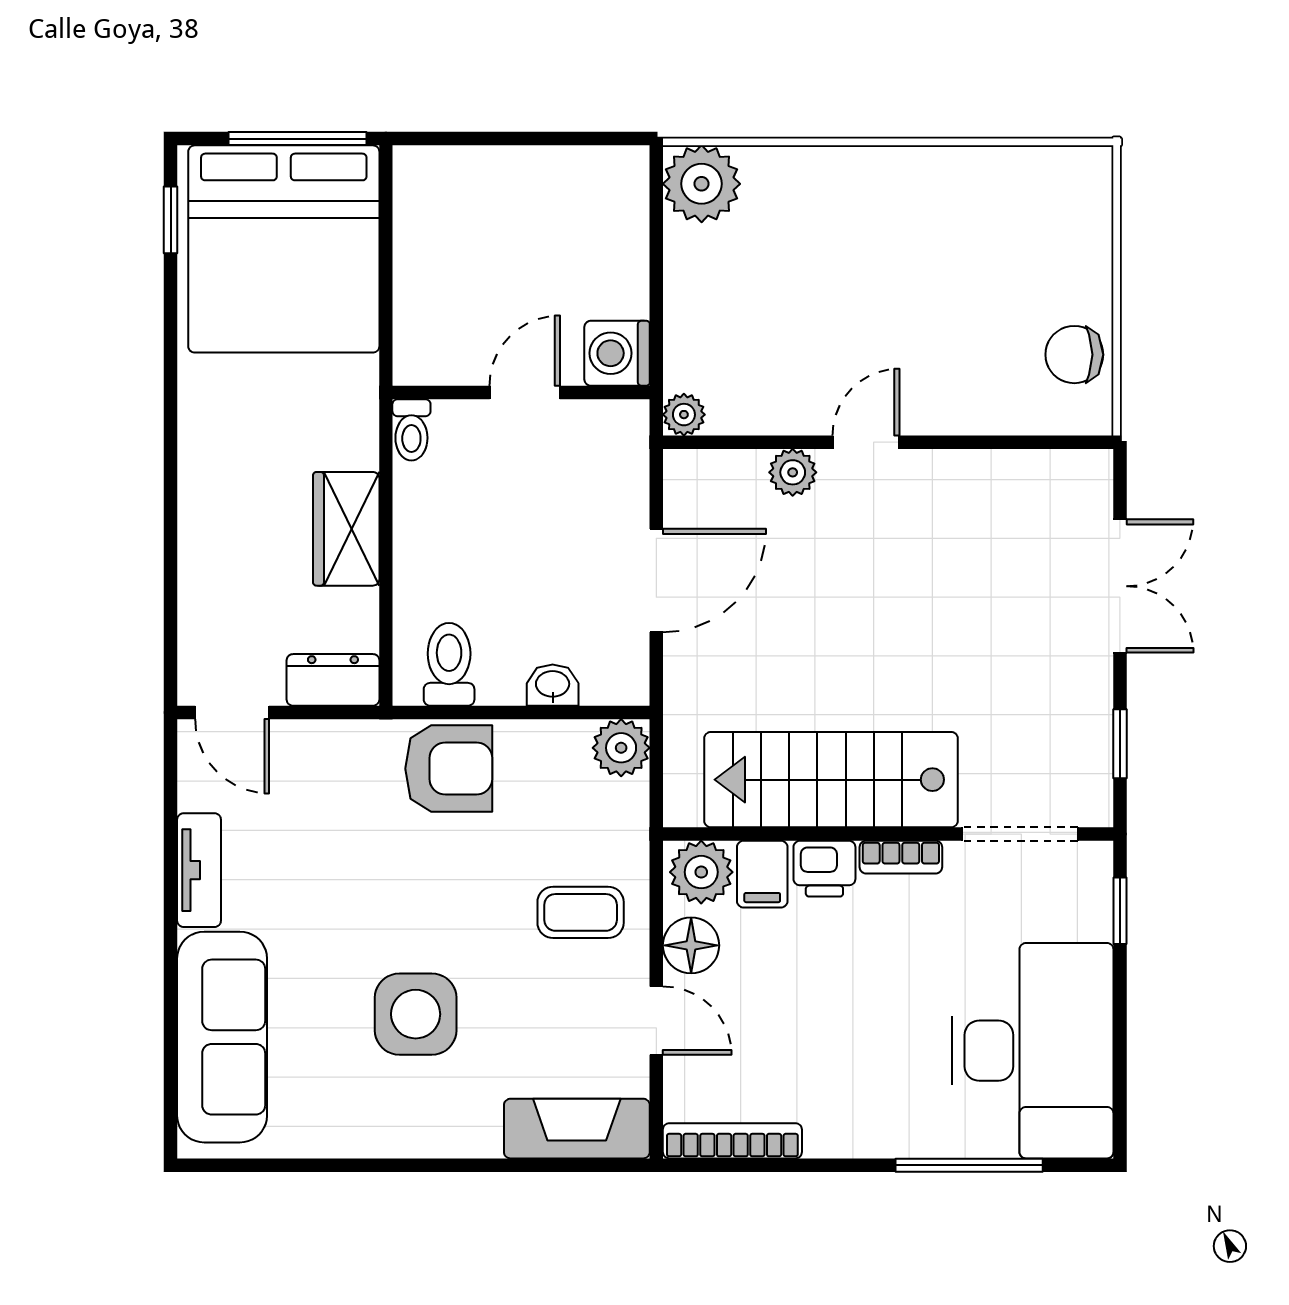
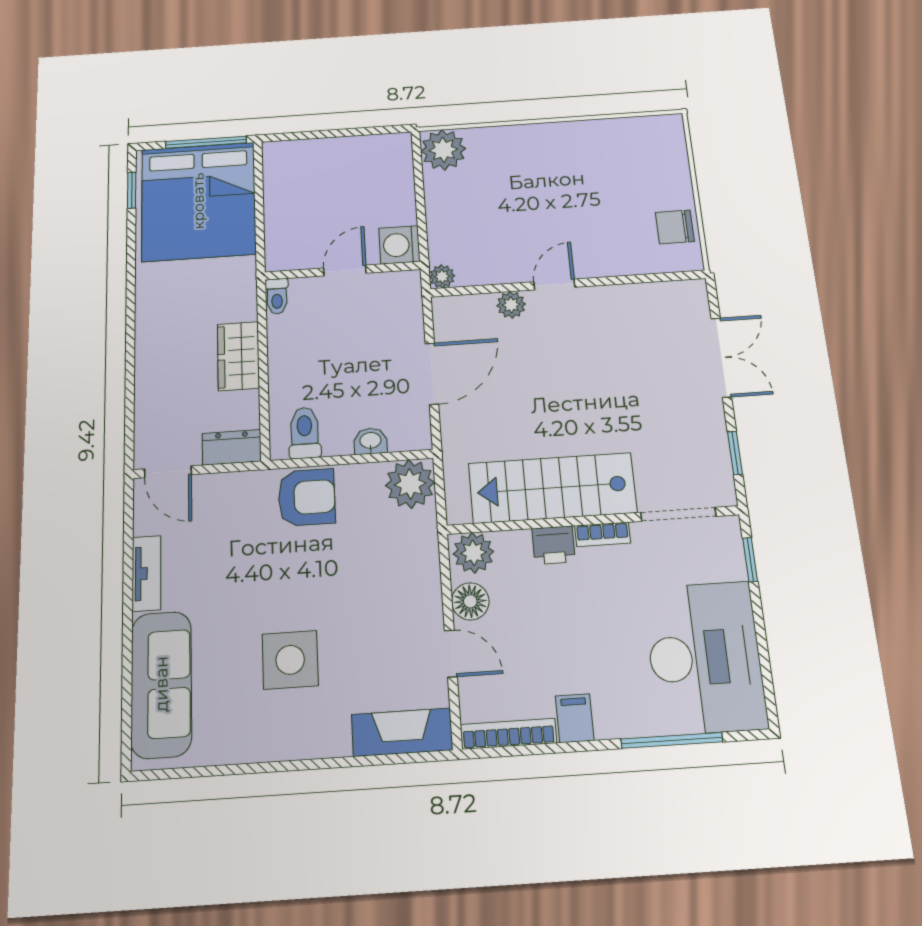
plant: (621, 748) -> (410, 484), width x1.36, depth x1.36
filing cabinet: (762, 874) -> (575, 718), moved, turned 180
coffee table: (581, 912) -> (396, 584), removed

